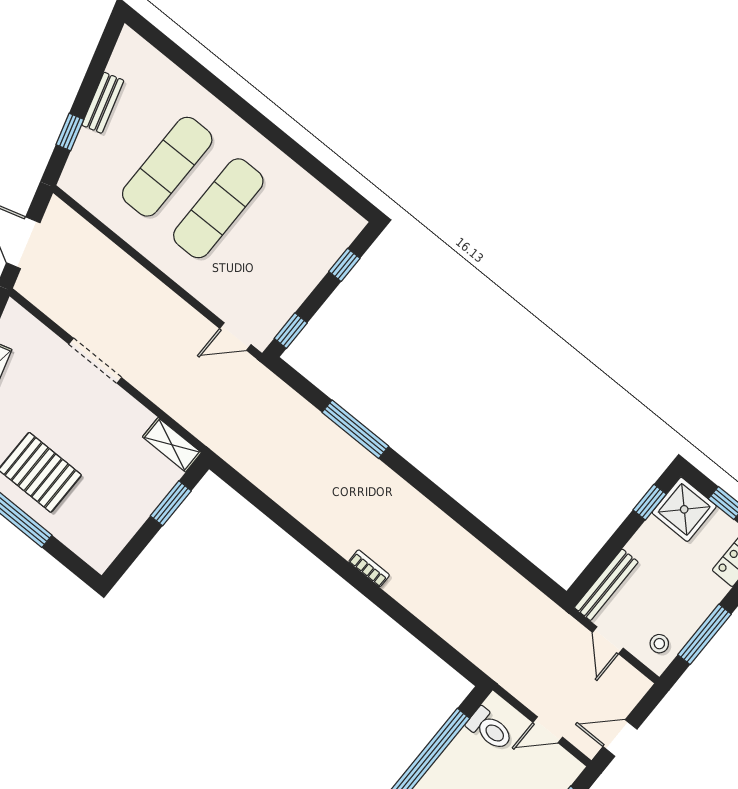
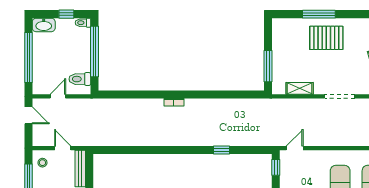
window: (355, 429) -> (221, 150), width x0.46
shelving: (172, 445) -> (300, 88), moved
window: (171, 503) -> (268, 66), width x1.44
door: (620, 738) -> (28, 115), hinge flipped

